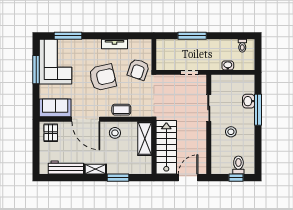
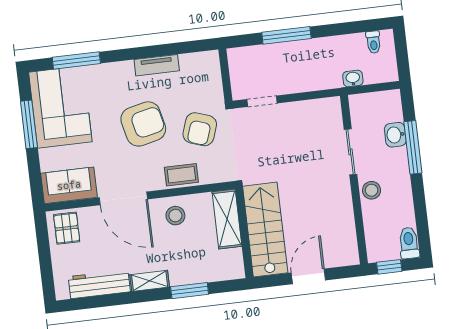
armchair: (138, 69) -> (200, 129), moved
doorway: (189, 72) -> (262, 101), moved
sliding door: (209, 108) -> (351, 152), moved
wall: (209, 124) -> (354, 180), moved
toilet: (238, 165) -> (409, 243), moved

